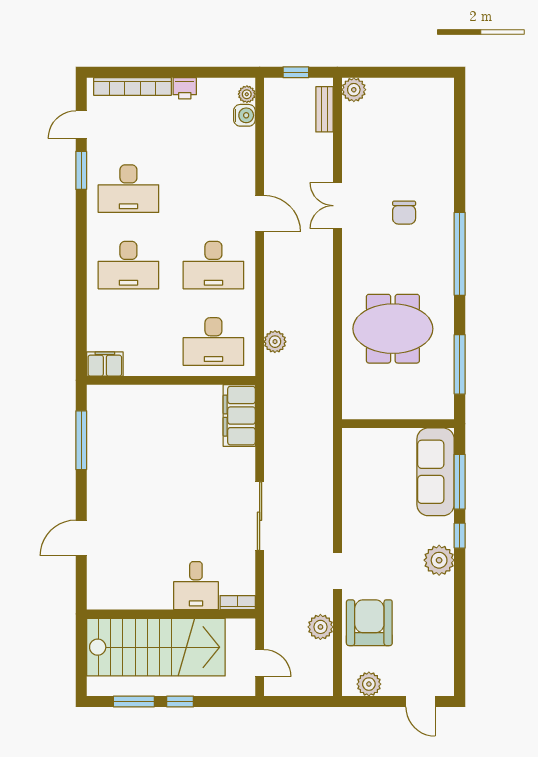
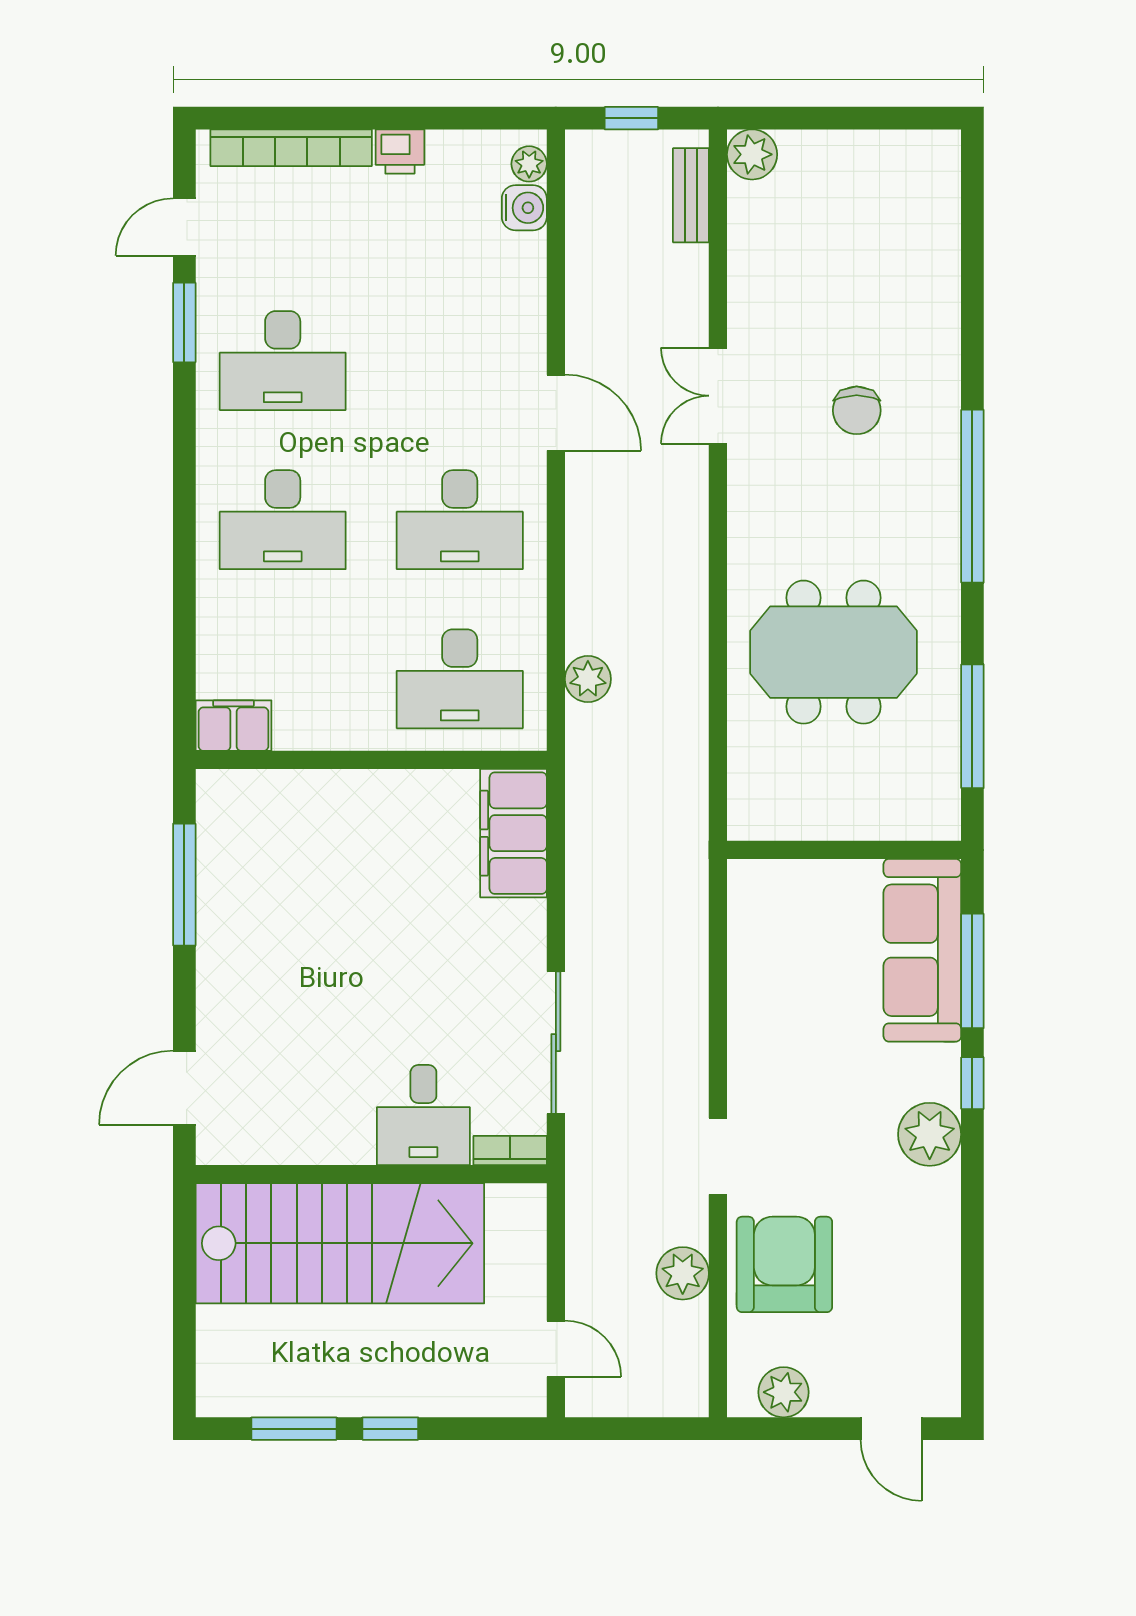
desk: (196, 586) -> (423, 1115), moved
bookcase: (238, 603) -> (510, 1150), moved
wall: (171, 614) -> (371, 1174), moved
stairs: (156, 647) -> (340, 1243), moved

